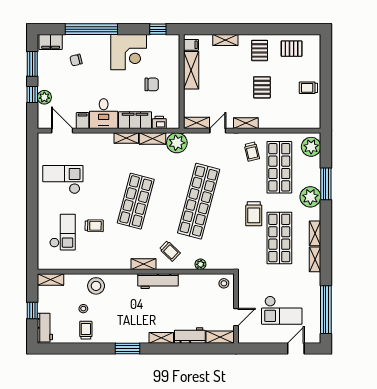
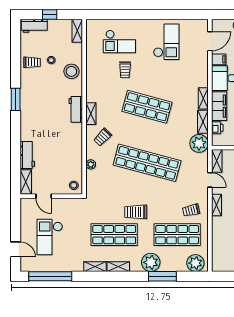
workbench: (158, 281) -> (76, 109), moved, width x0.73
shelving: (161, 338) -> (25, 130), removed

